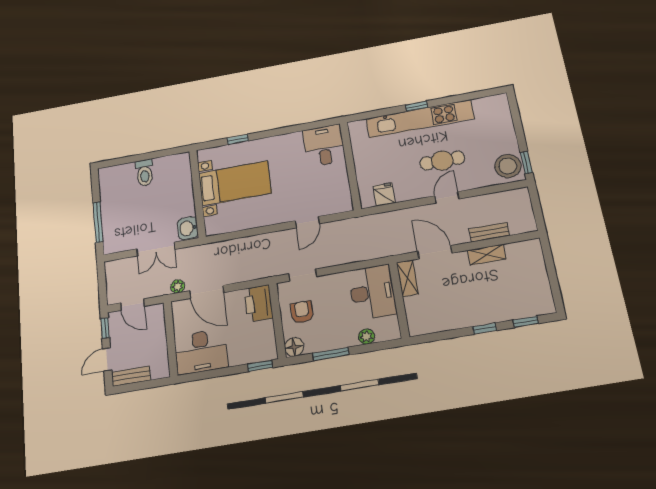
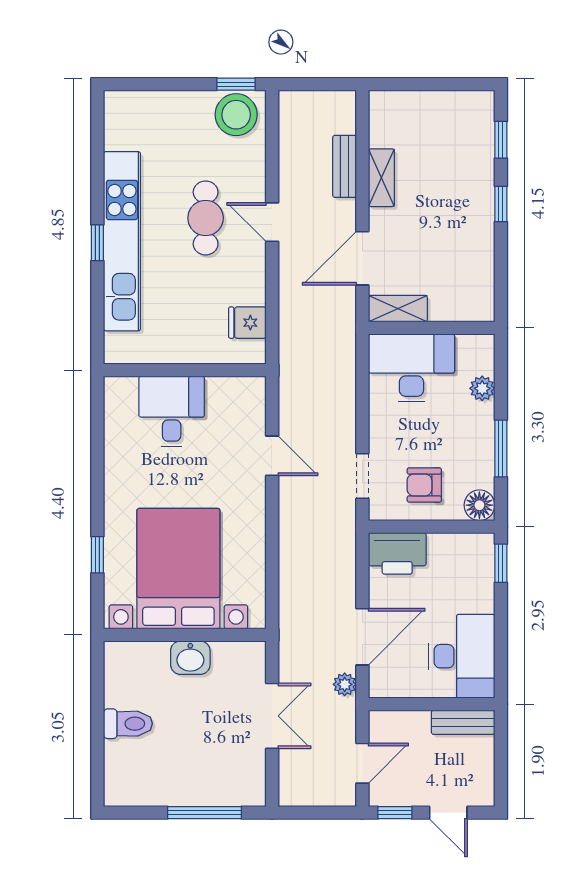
desk: (324, 145) -> (172, 411), moved, turned 90
bed with nightstands: (235, 183) -> (178, 569), width x1.36
washbasin: (188, 228) -> (190, 658), moved
bench: (131, 376) -> (463, 722), moved, turned 90

